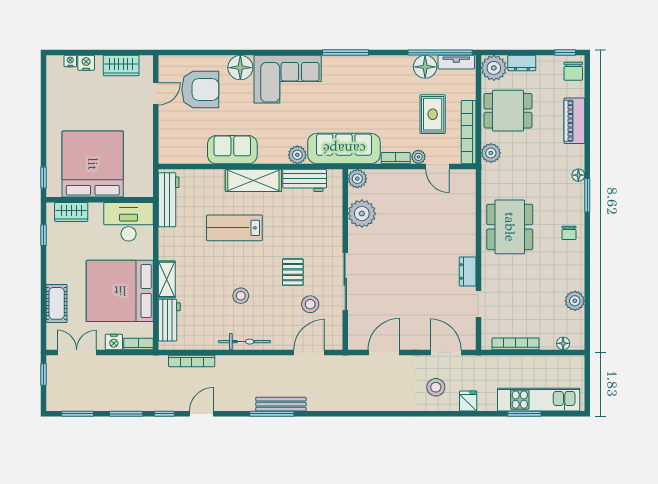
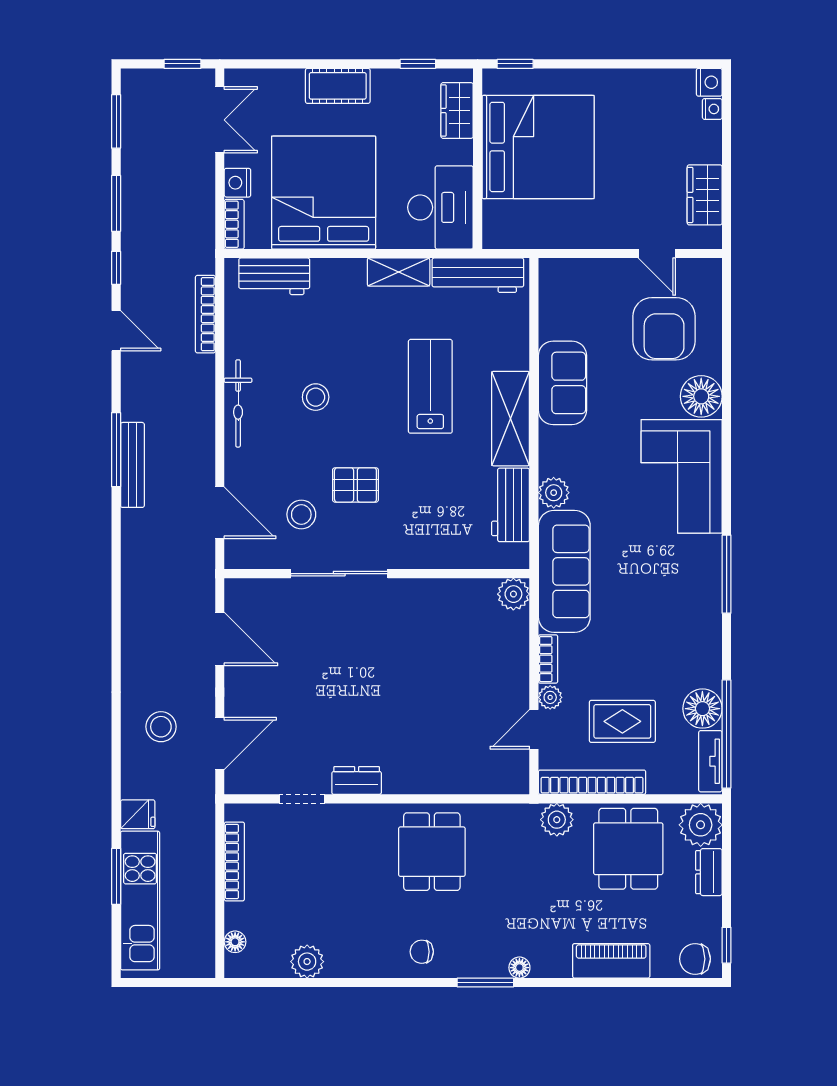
nightstand: (86, 63) -> (709, 82), moved
plant: (362, 214) -> (455, 602), removed
dining table: (510, 227) -> (432, 852), width x0.73
shelving: (167, 279) -> (399, 272), moved
cot: (57, 303) -> (338, 86), moved
fridge: (468, 401) -> (138, 814), moved

